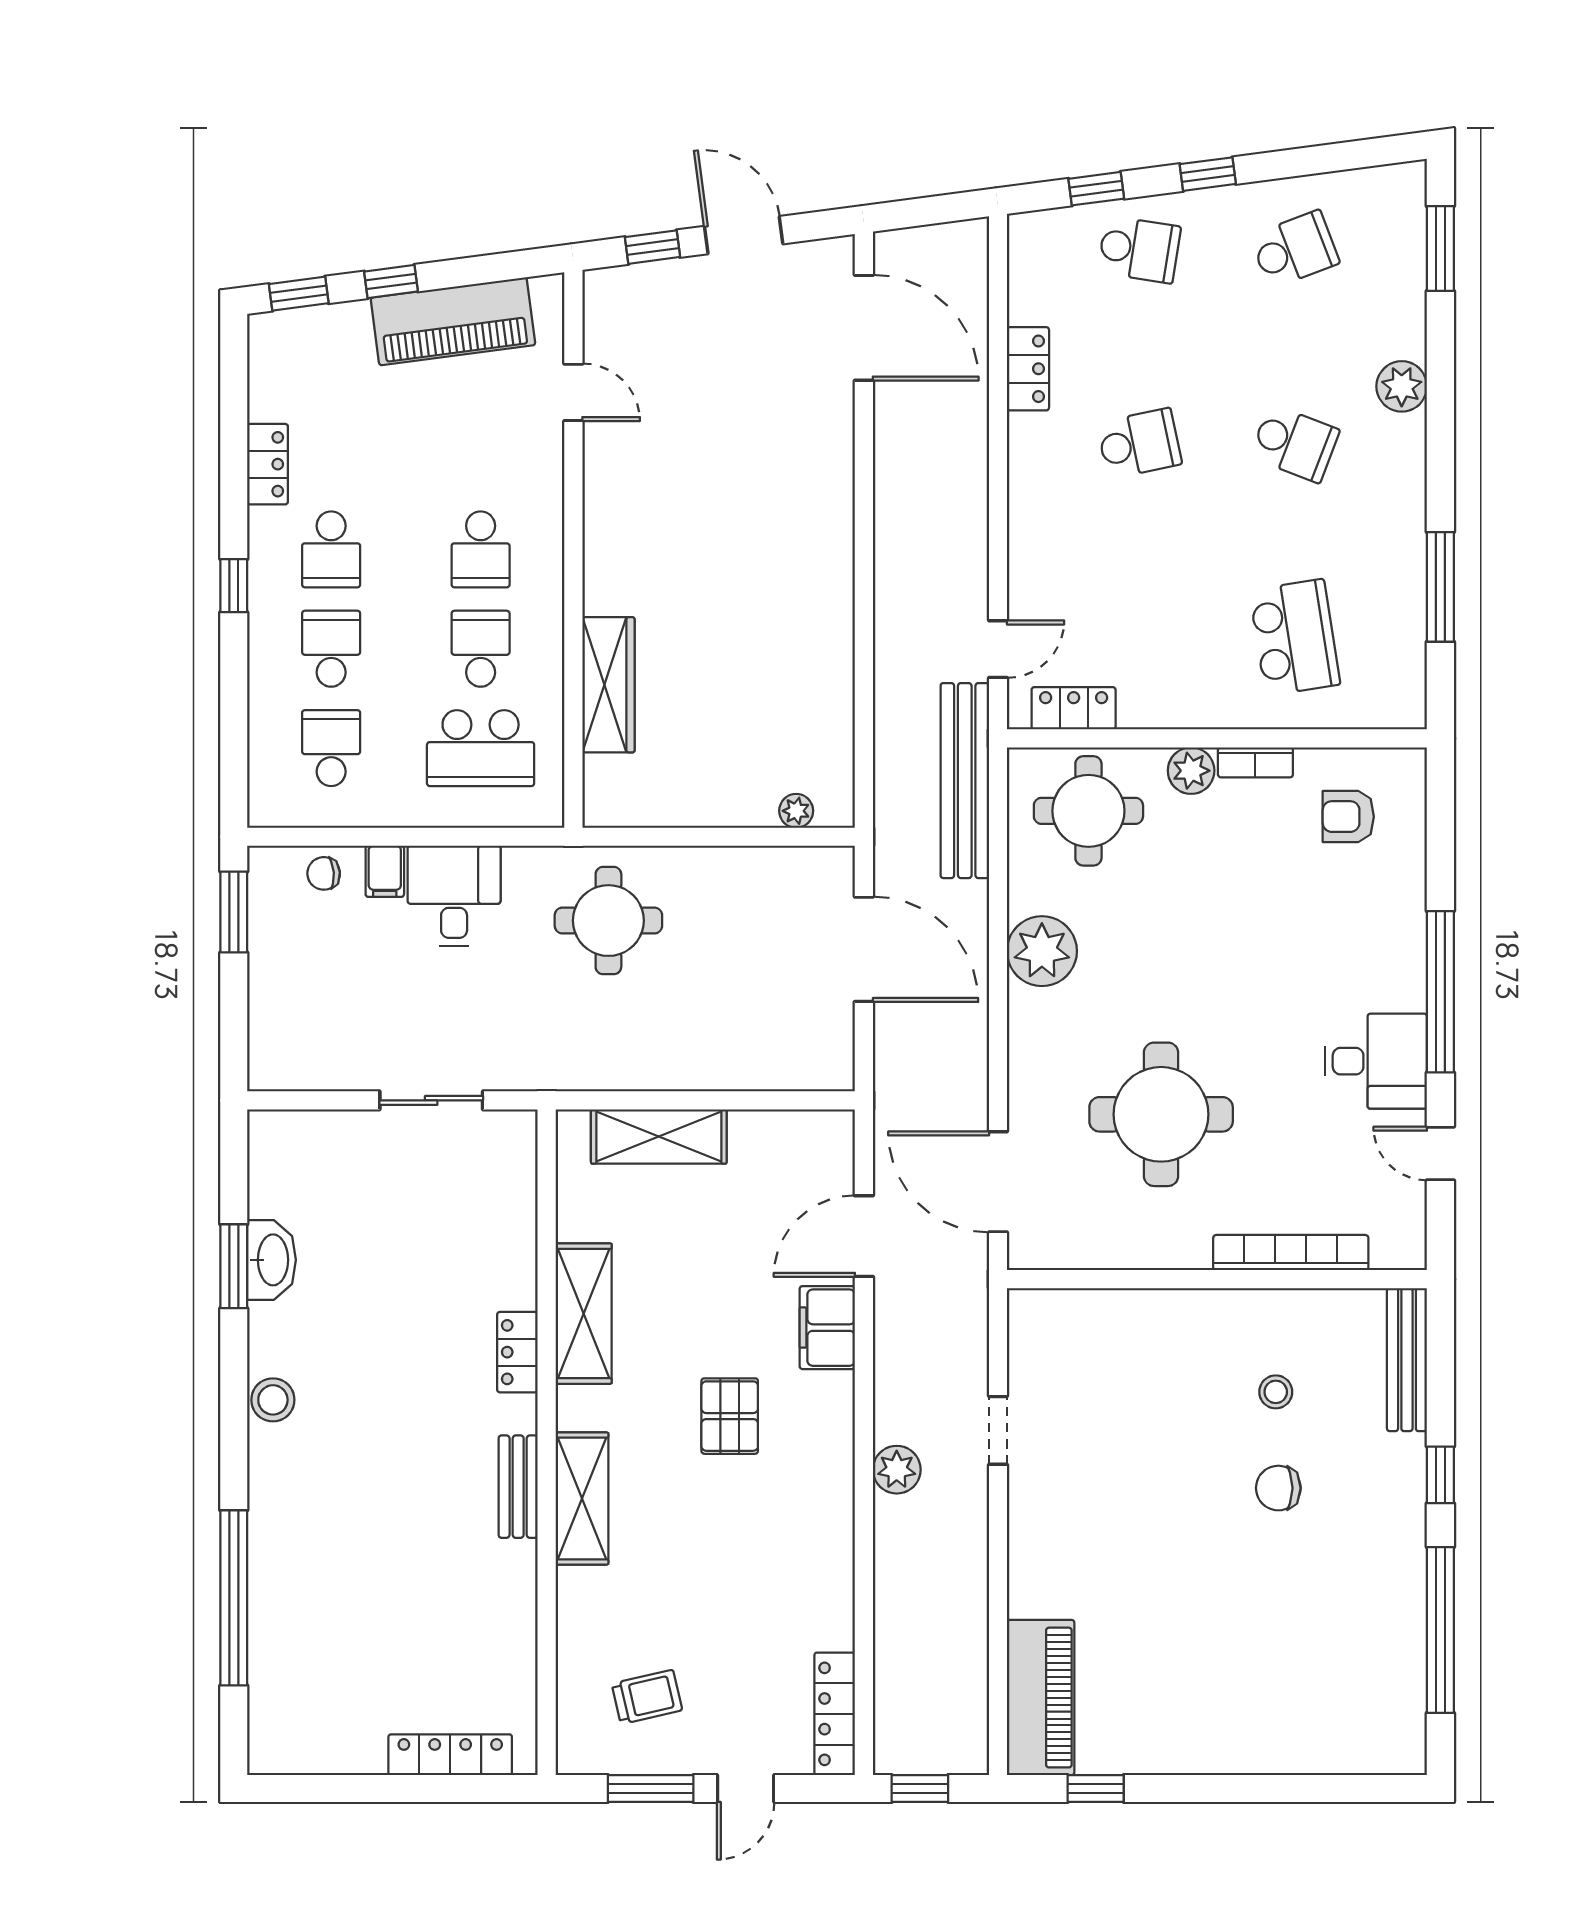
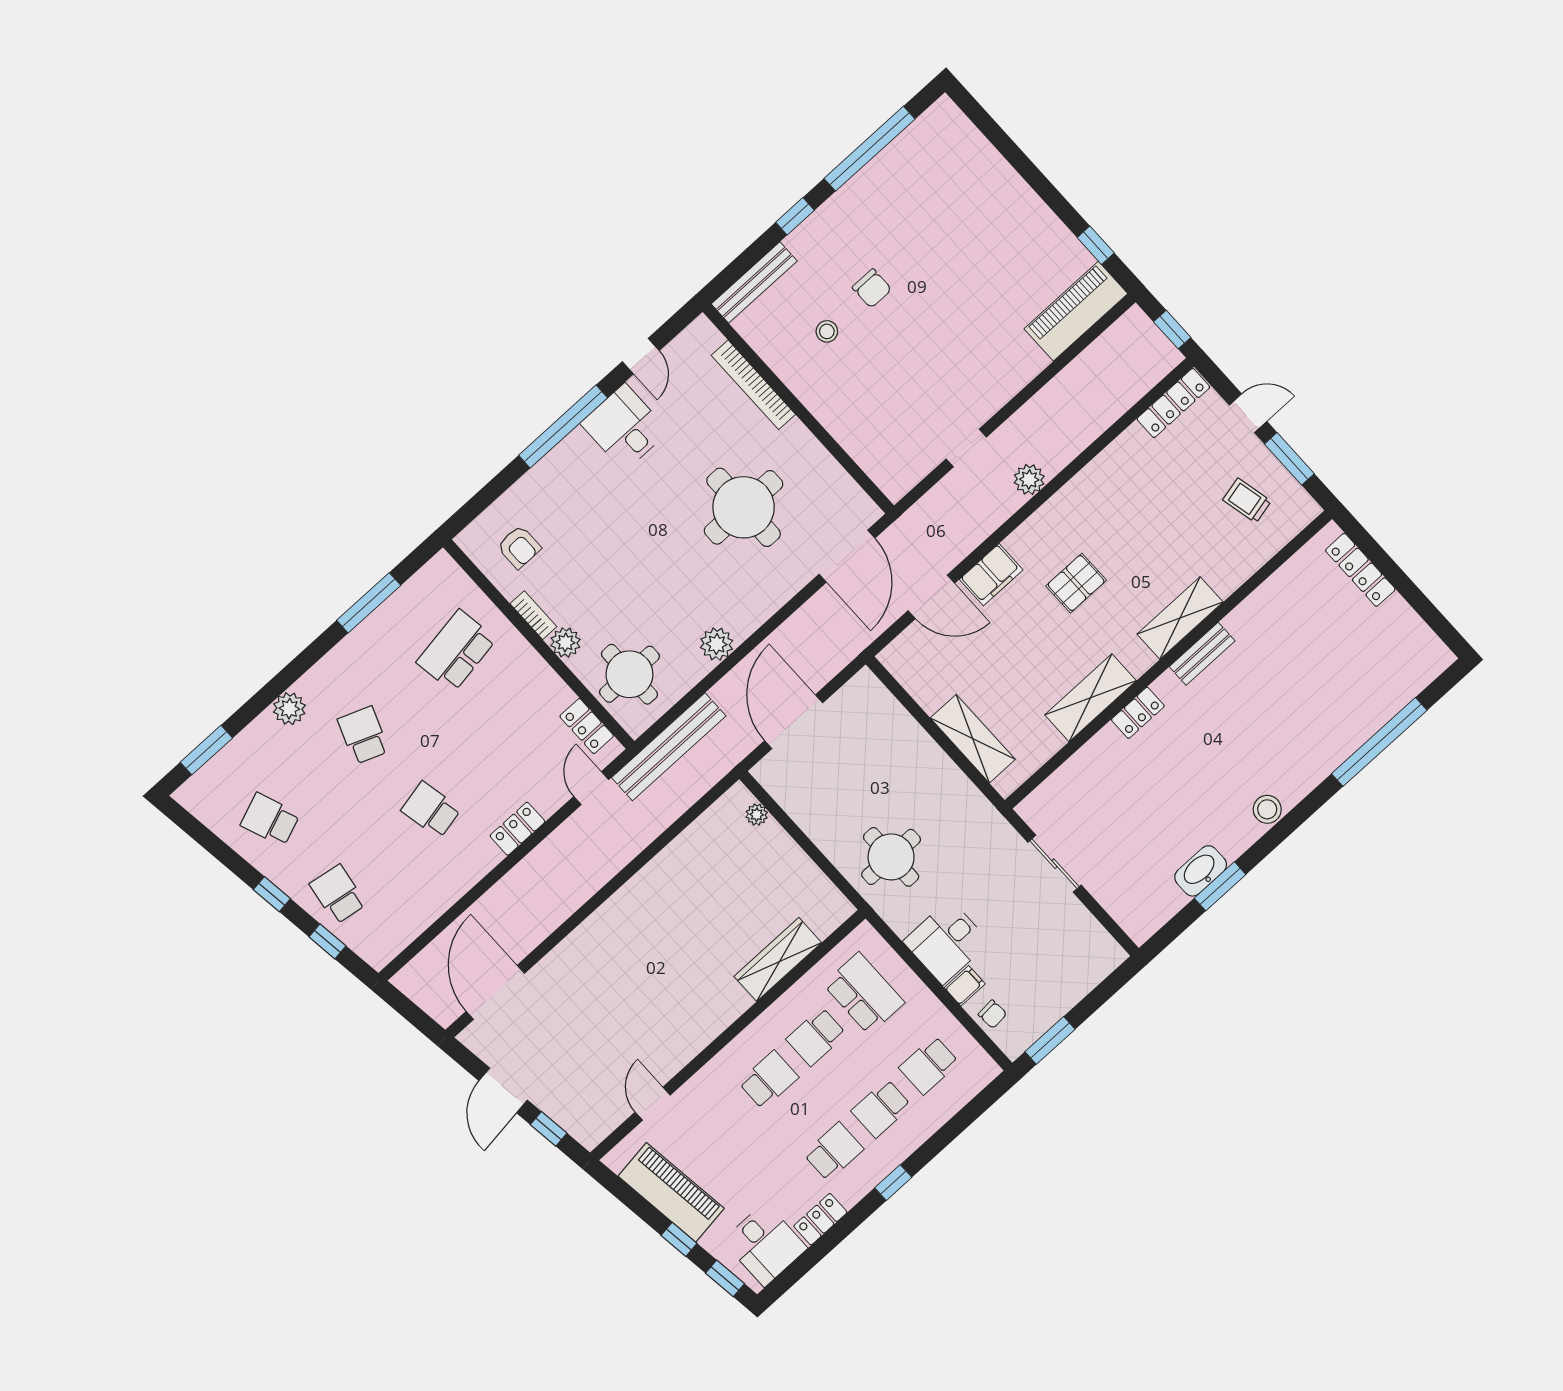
locker: (1028, 369) -> (517, 829), moved
desk: (296, 375) -> (765, 1244), added
door: (998, 649) -> (591, 788), hinge flipped
plant: (1042, 951) -> (717, 644), width x0.73, depth x0.73

